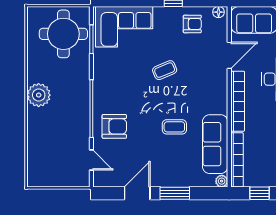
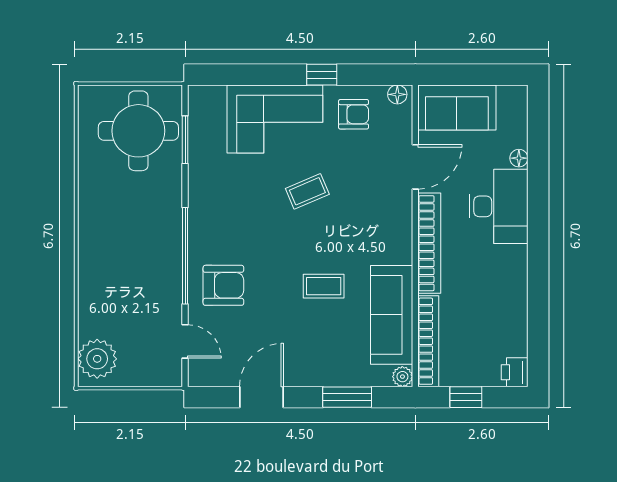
corner sofa: (124, 27) -> (275, 119), moved
plant: (39, 95) -> (97, 359), moved
window: (175, 193) -> (347, 397), moved

